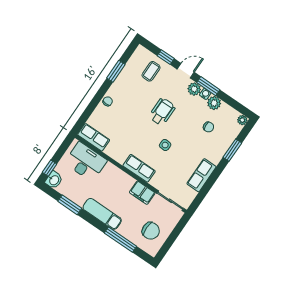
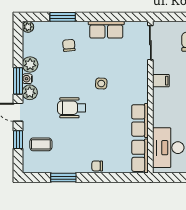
chair: (208, 127) -> (69, 45), moved
row of seats: (139, 168) -> (140, 120), moved
filing cabinet: (142, 193) -> (161, 81), width x0.50

